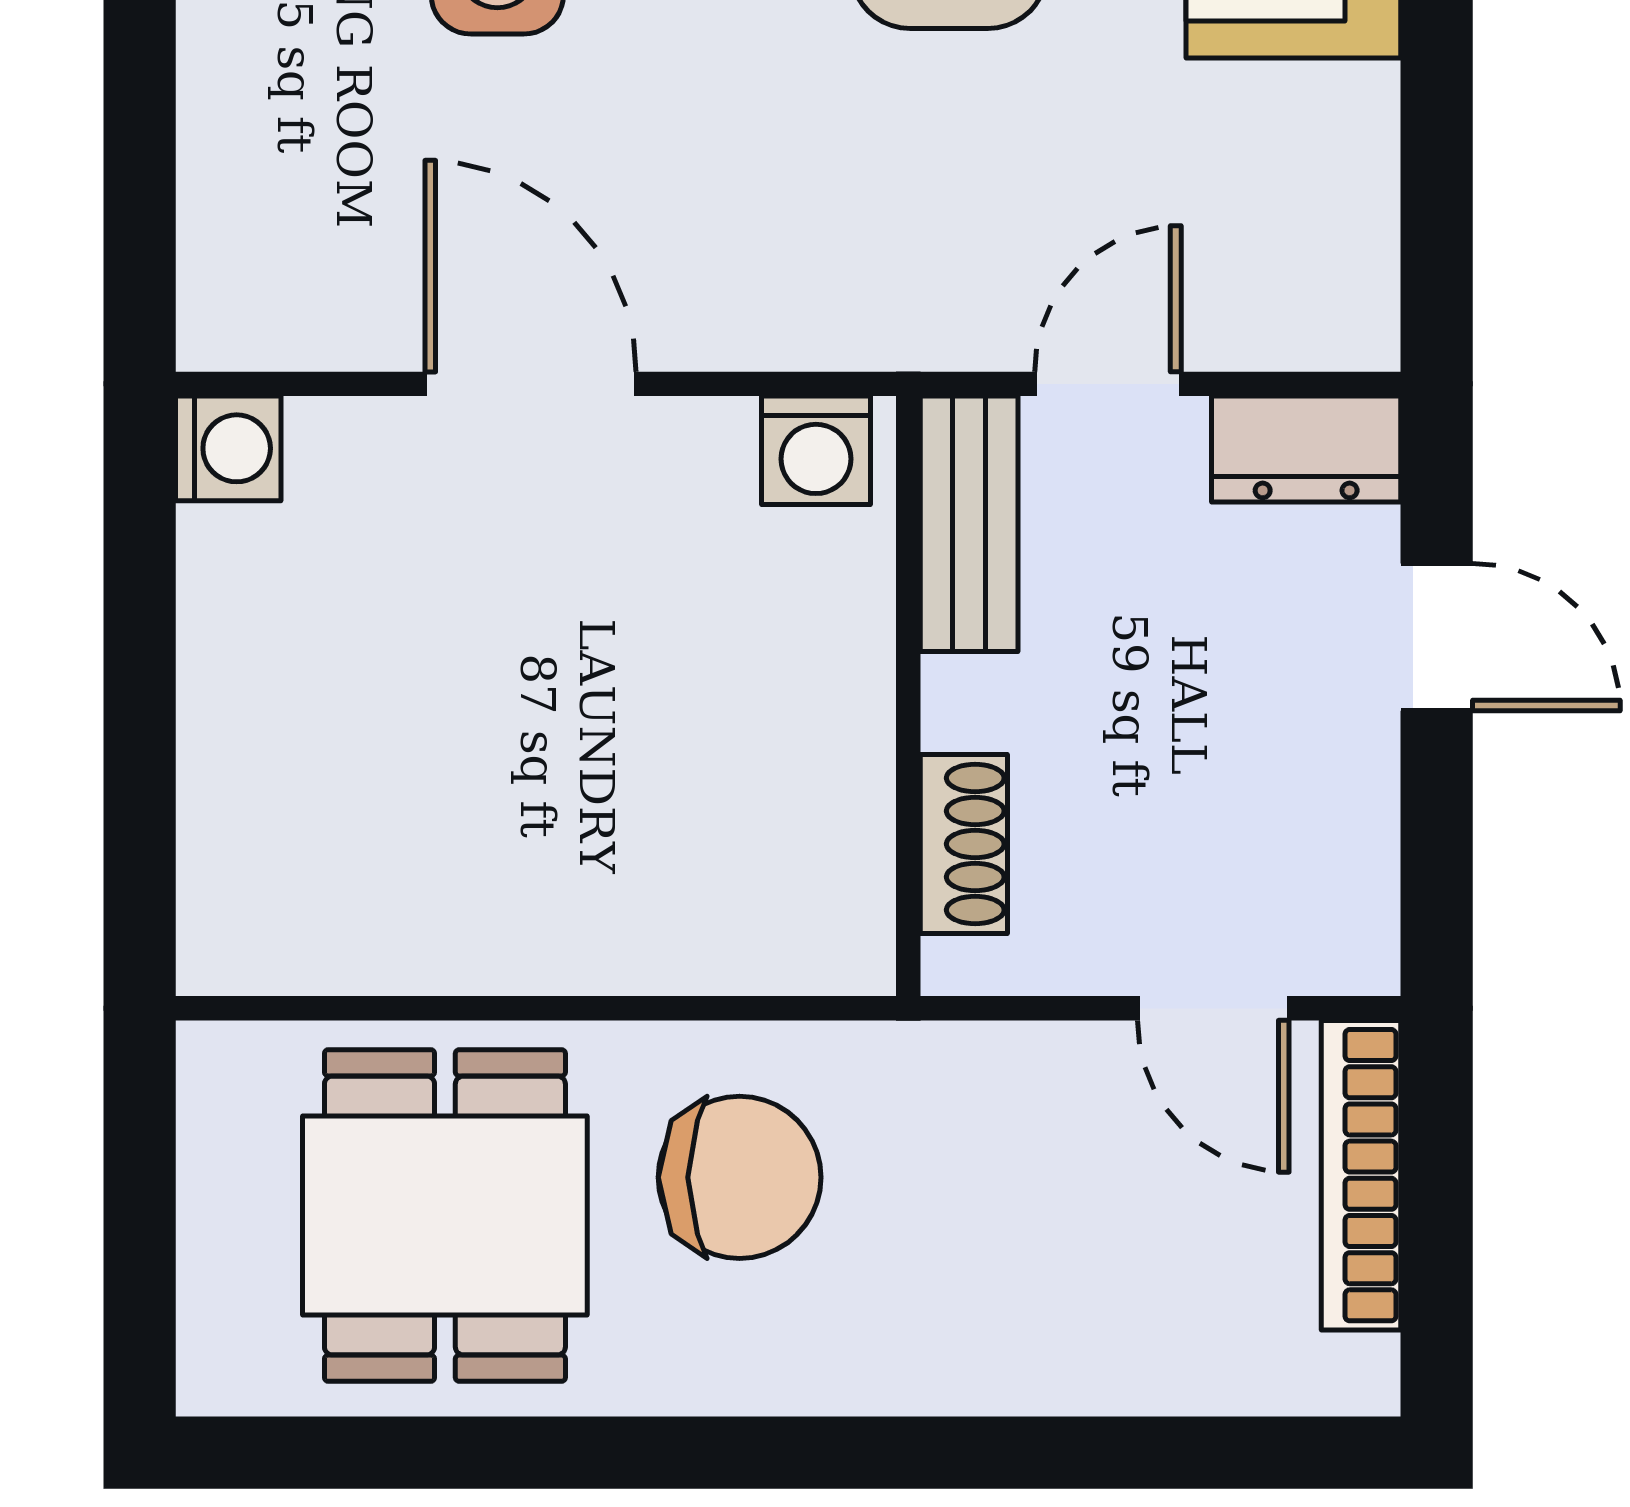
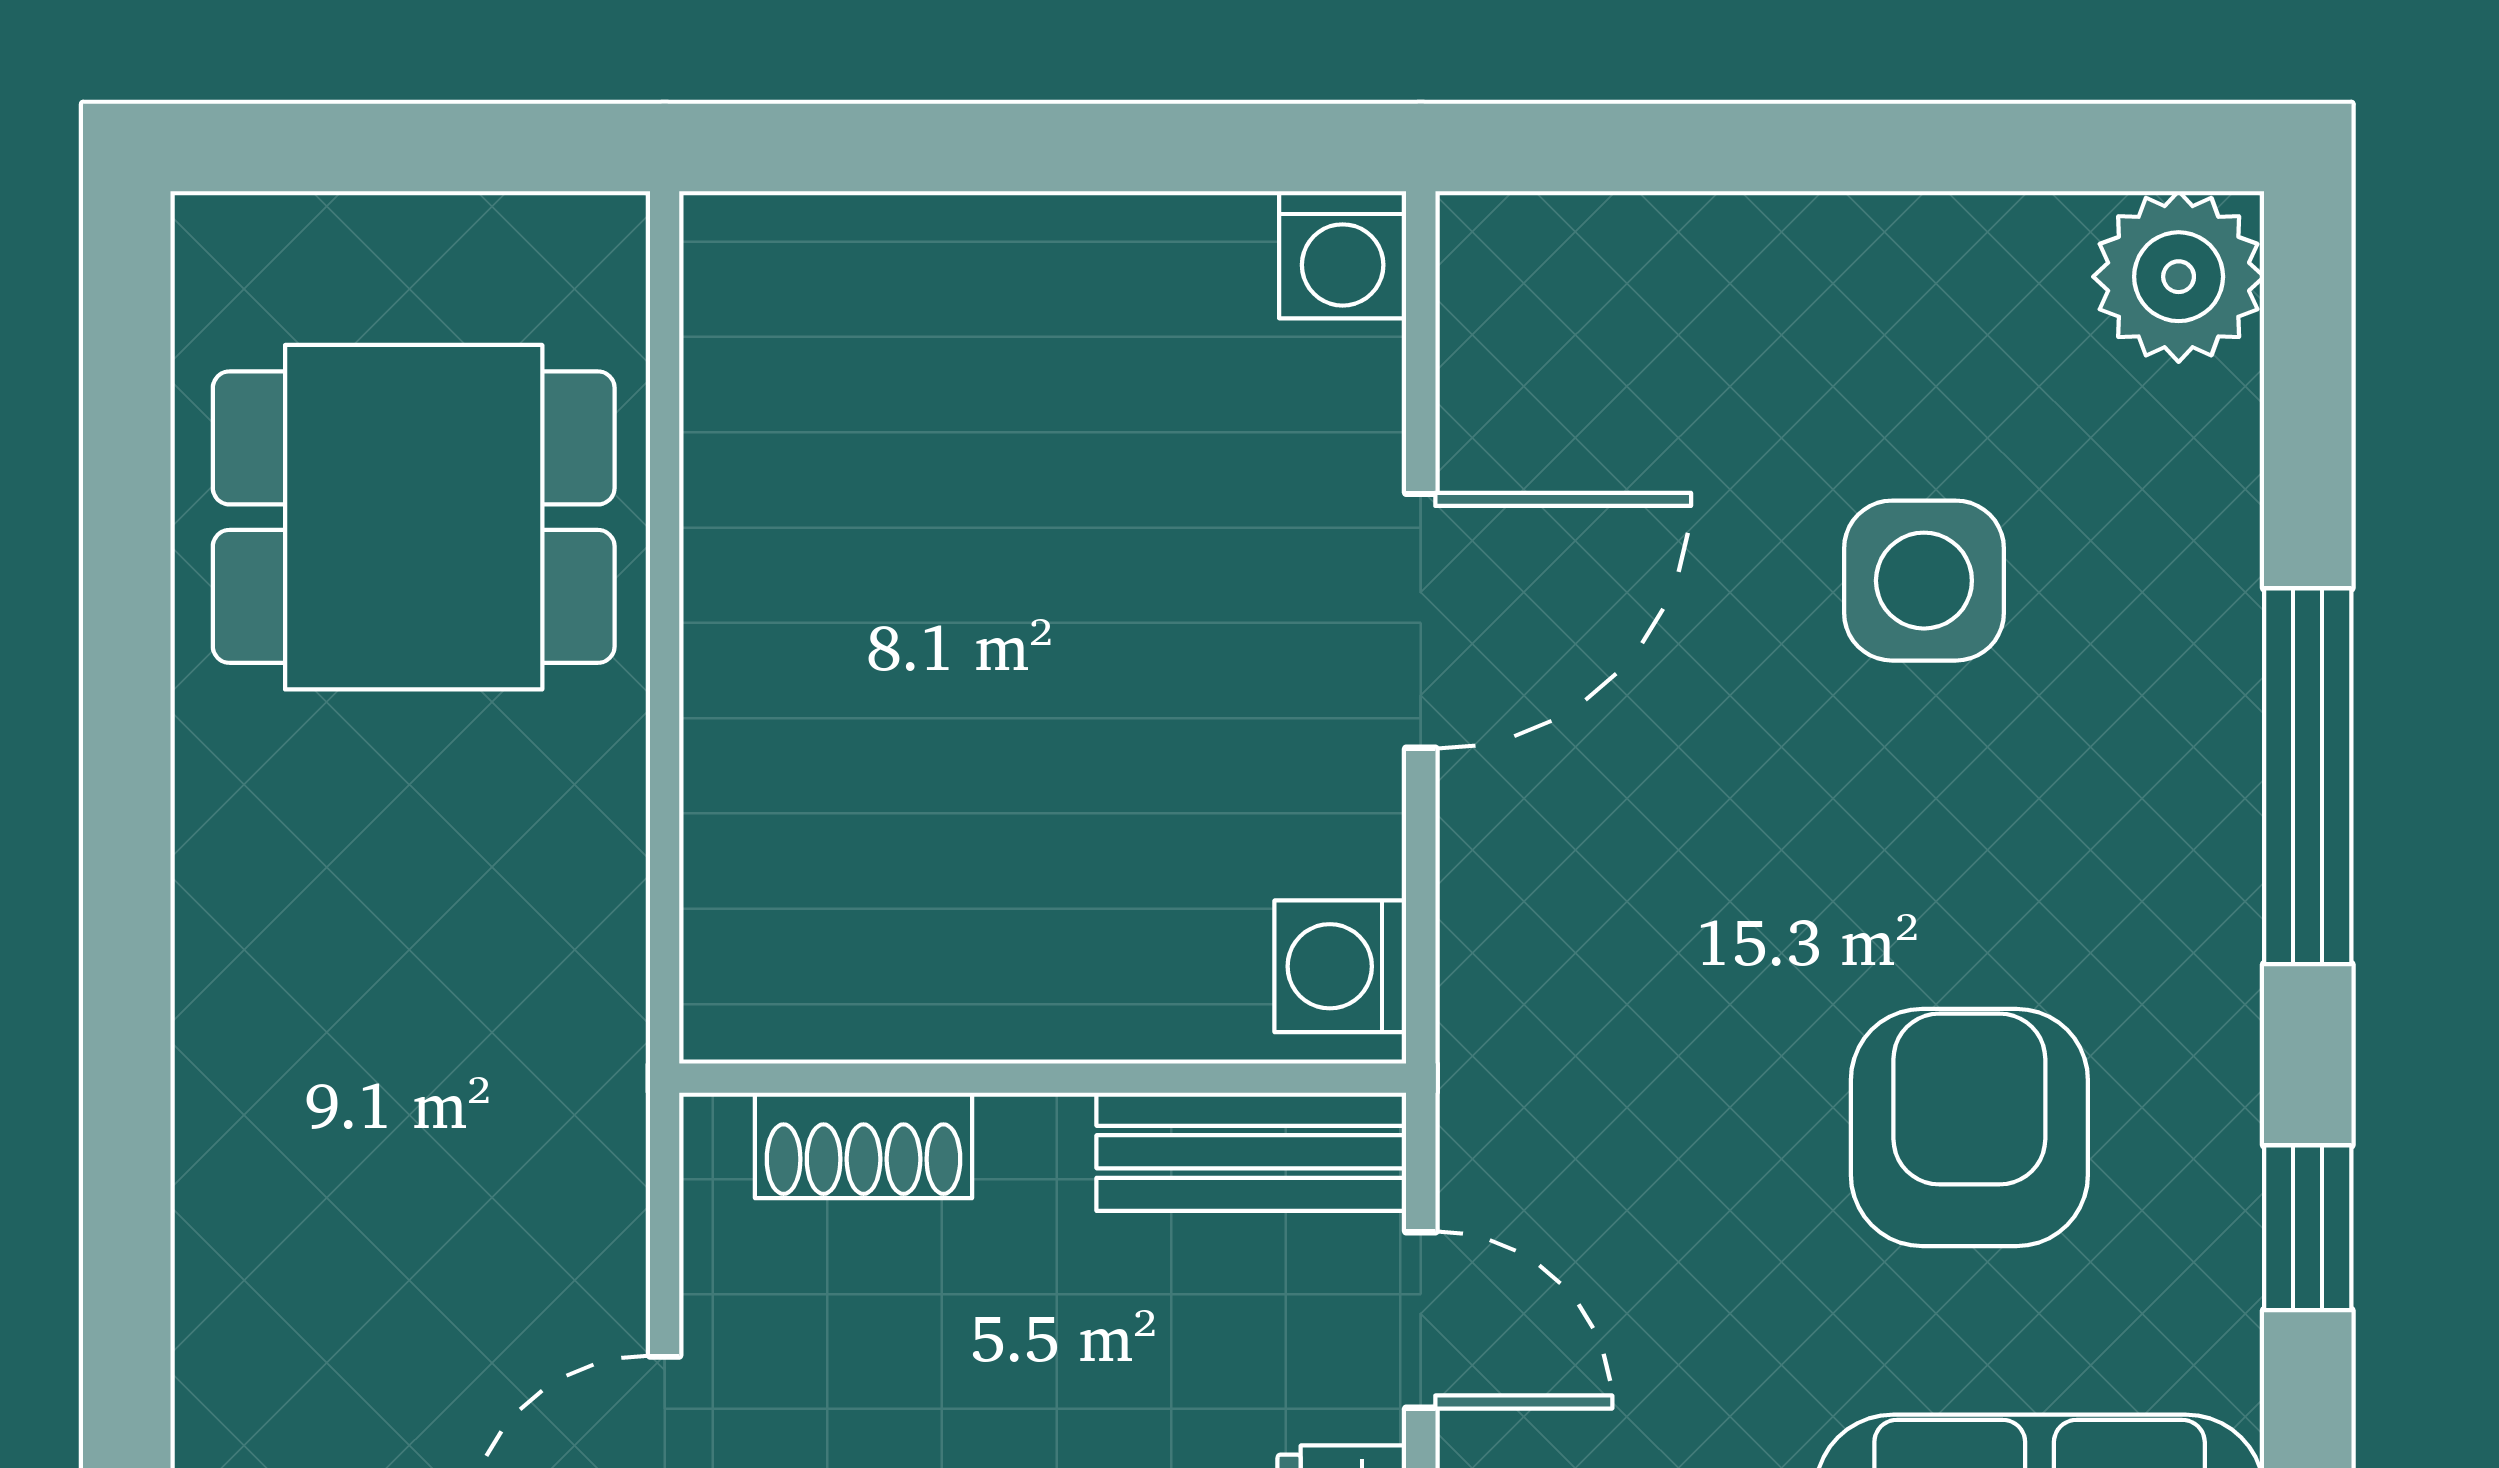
chair: (740, 1177) -> (460, 874), removed

